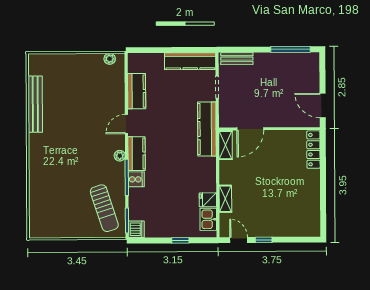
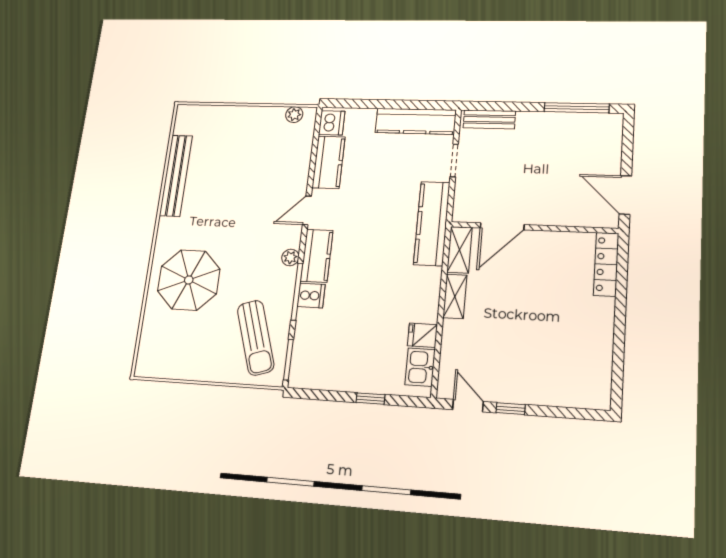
parasol: (55, 174) -> (189, 280), added
shelving: (225, 199) -> (455, 296), moved
dishwasher: (136, 229) -> (332, 123), moved

